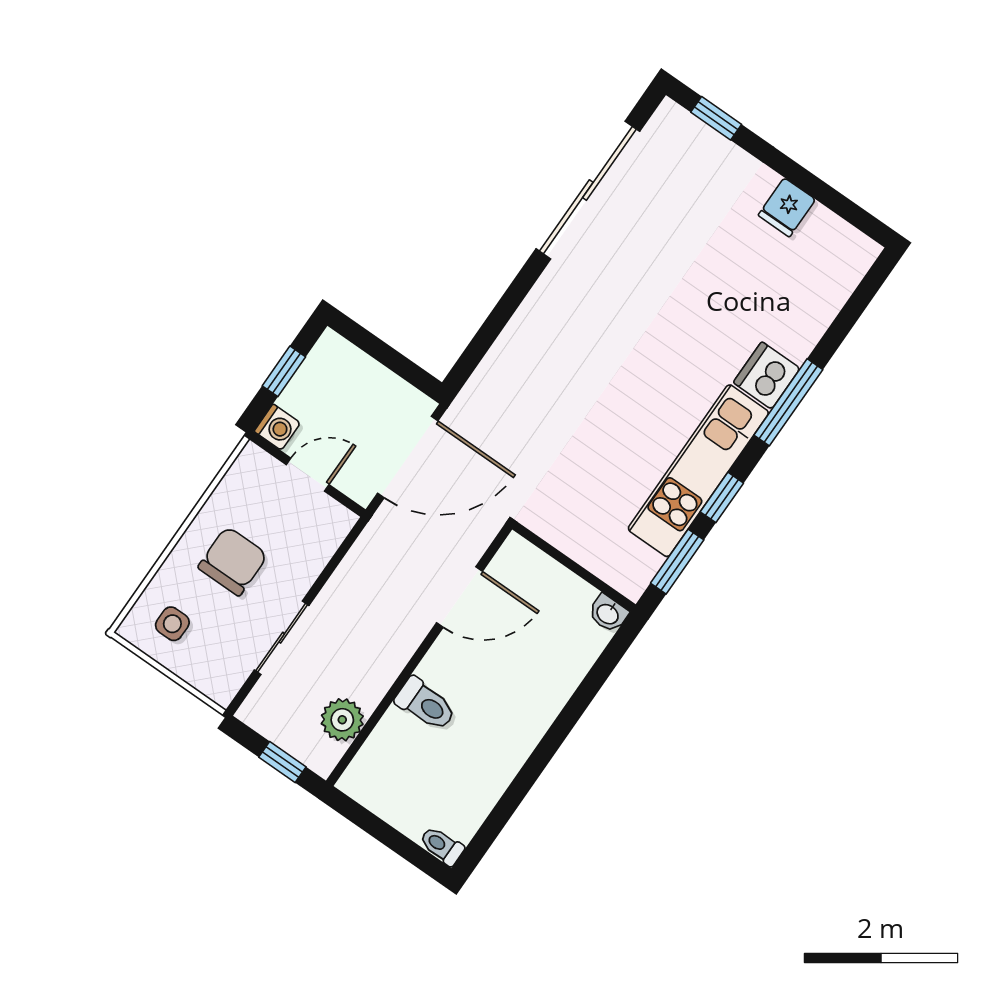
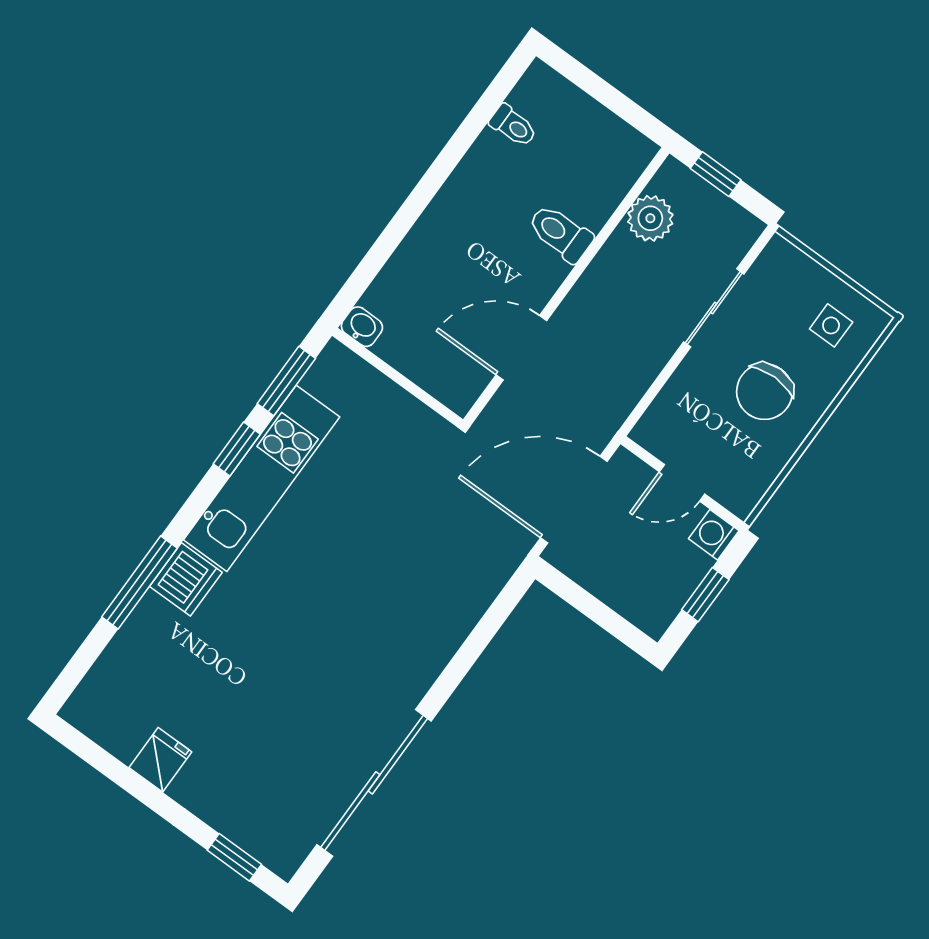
window: (788, 402) -> (139, 582), moved
toilet: (442, 846) -> (513, 126), moved

